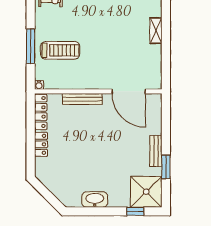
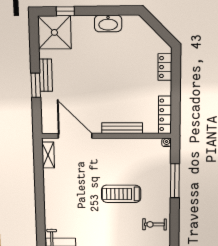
shelving: (156, 31) -> (48, 155), moved
treadmill: (60, 50) -> (121, 194), moved
locker: (41, 144) -> (165, 67), moved
window: (166, 167) -> (36, 85), moved

